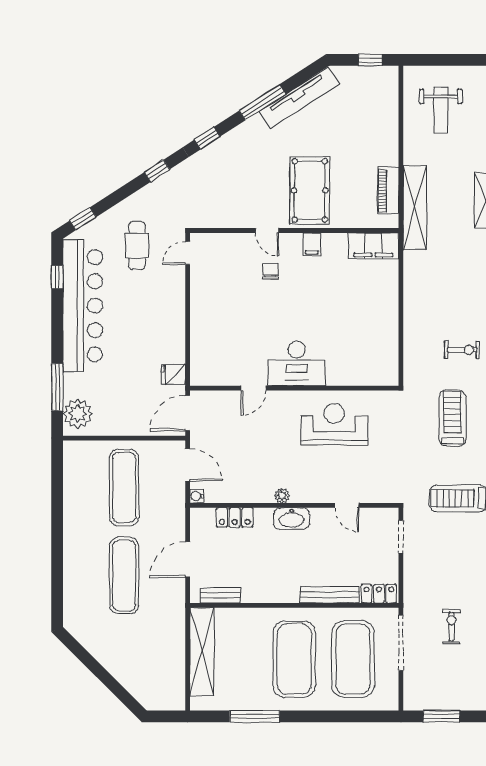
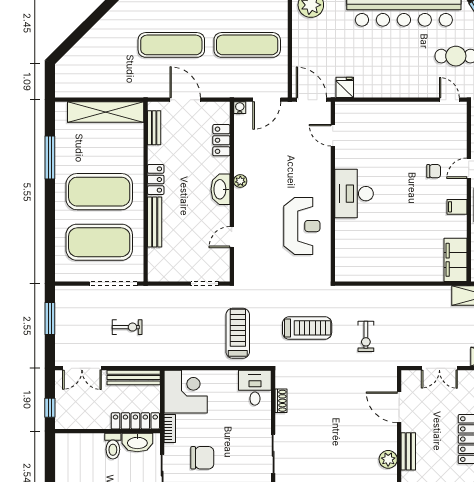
door: (253, 388) -> (333, 135), moved
locker: (379, 594) -> (156, 180), moved

